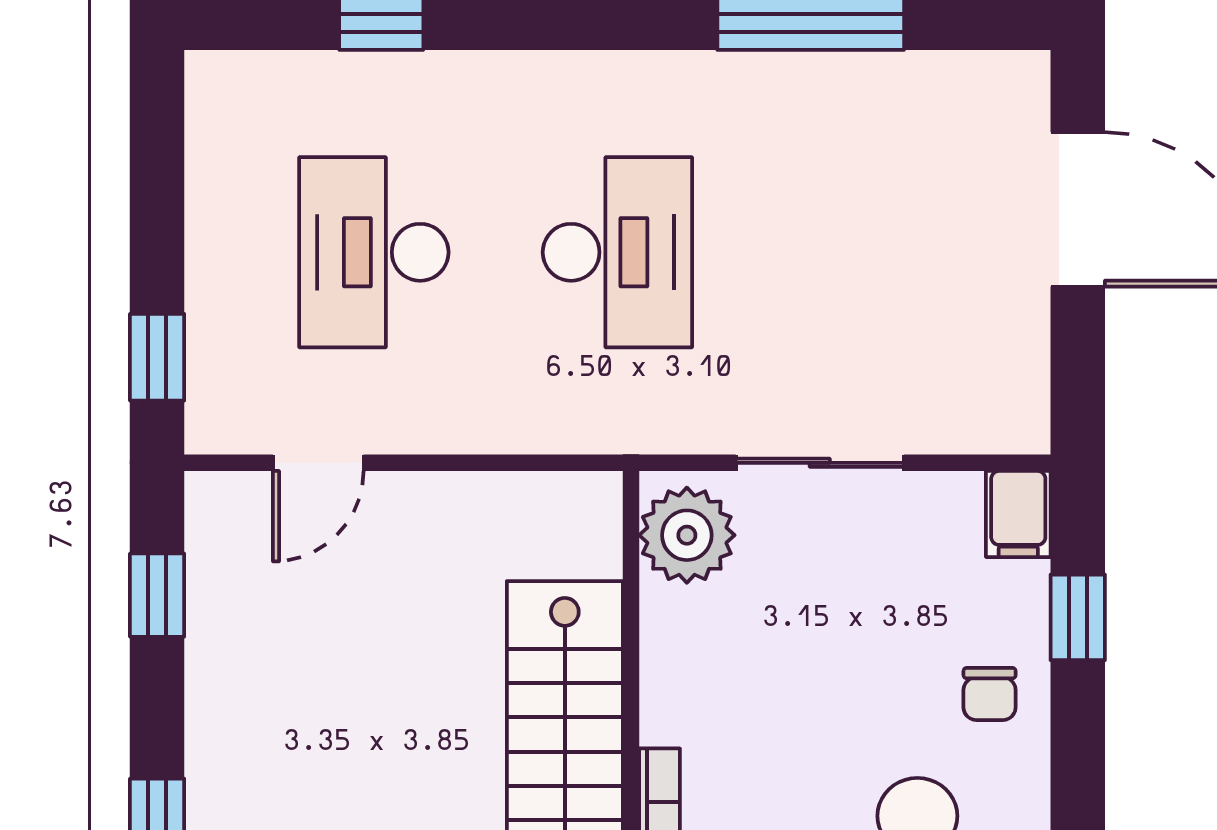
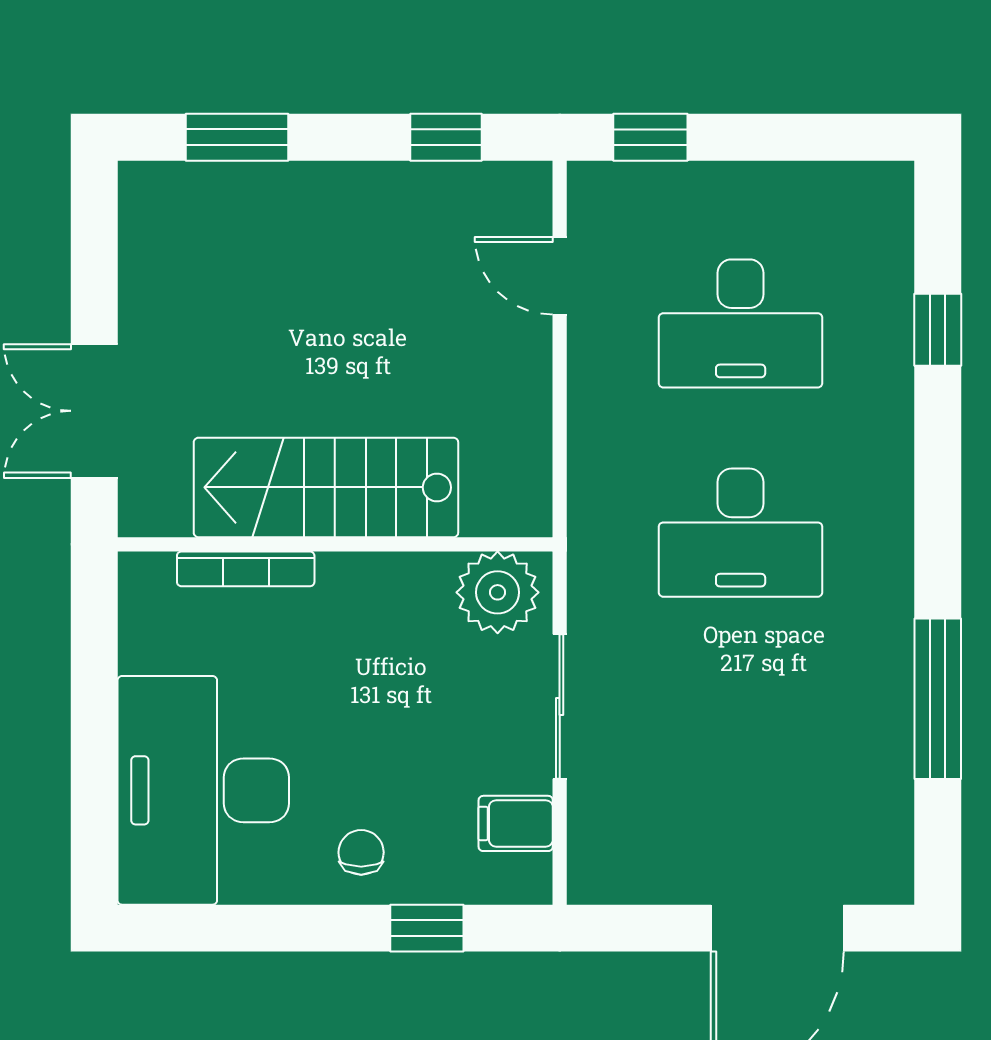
desk: (374, 252) -> (741, 323), turned 180
filing cabinet: (1018, 514) -> (516, 823), moved
chair: (990, 694) -> (361, 852), turned 90

